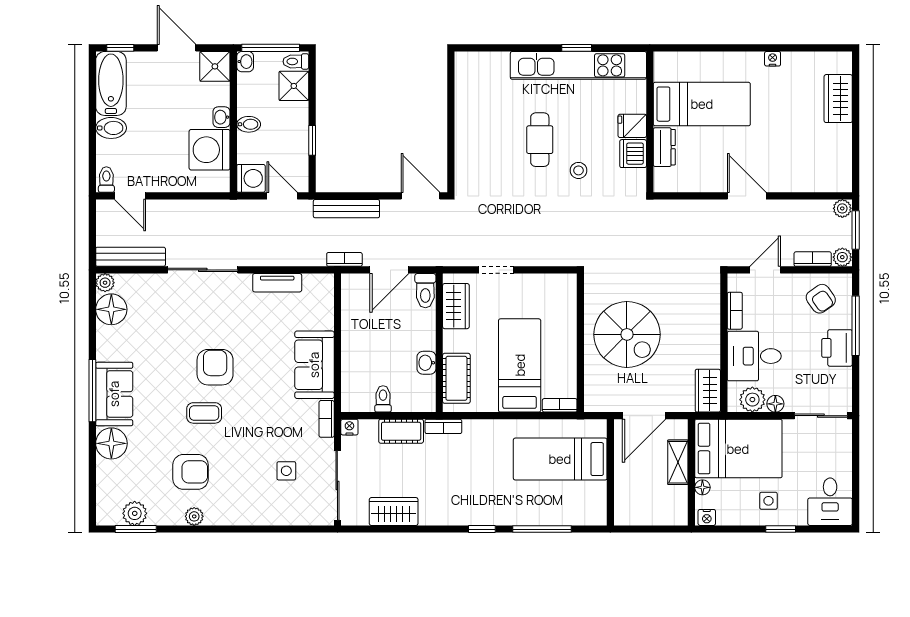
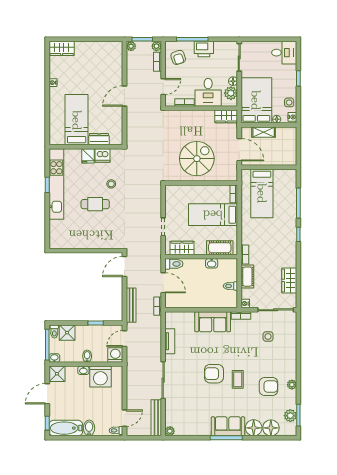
wardrobe: (838, 99) -> (62, 48), moved
door: (765, 270) -> (163, 87), swing flipped
armchair: (821, 299) -> (178, 57), turned 107
floor lamp: (111, 309) -> (271, 428), moved
armchair: (191, 472) -> (269, 386), turned 90
side table: (768, 501) -> (289, 102), moved

